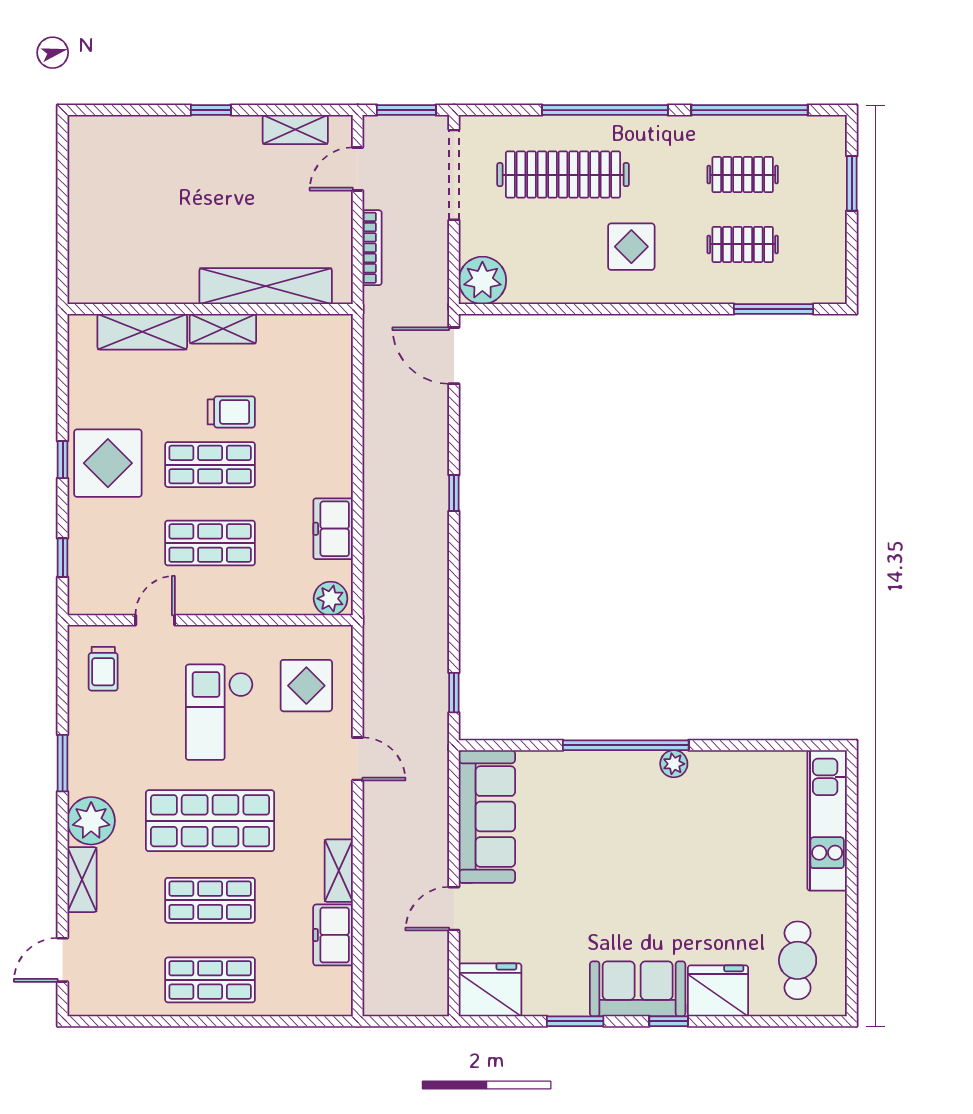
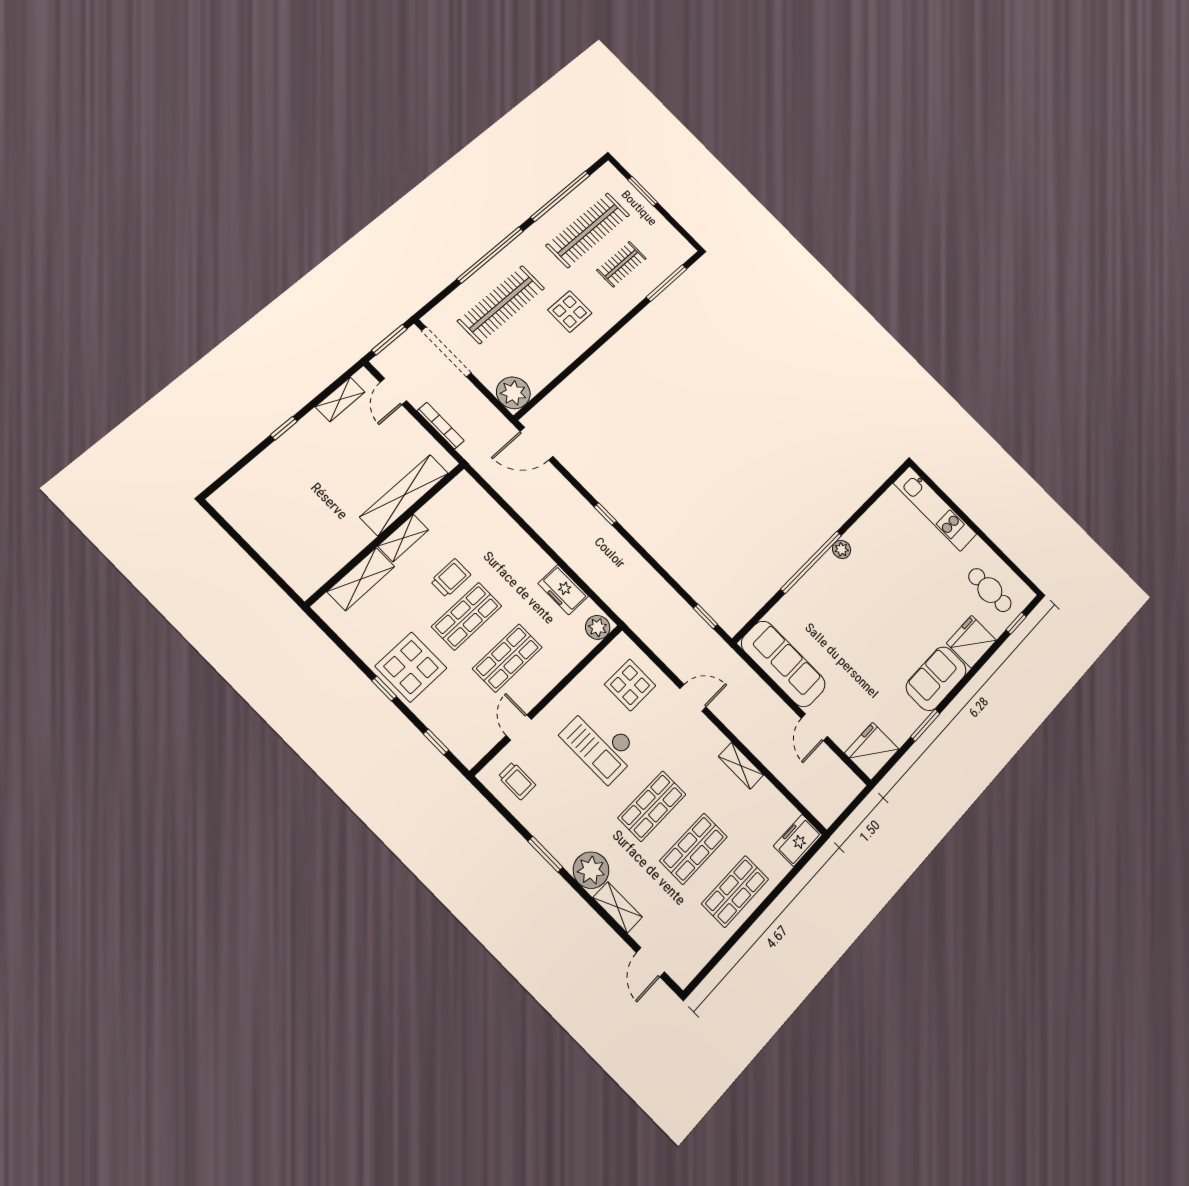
clothes rail: (743, 175) -> (588, 230), width x1.86, depth x1.31
shop shelf: (210, 821) -> (652, 806), width x0.70, depth x0.74
freezer: (333, 935) -> (798, 840), moved, turned 90
window: (669, 1021) -> (1016, 623), moved

